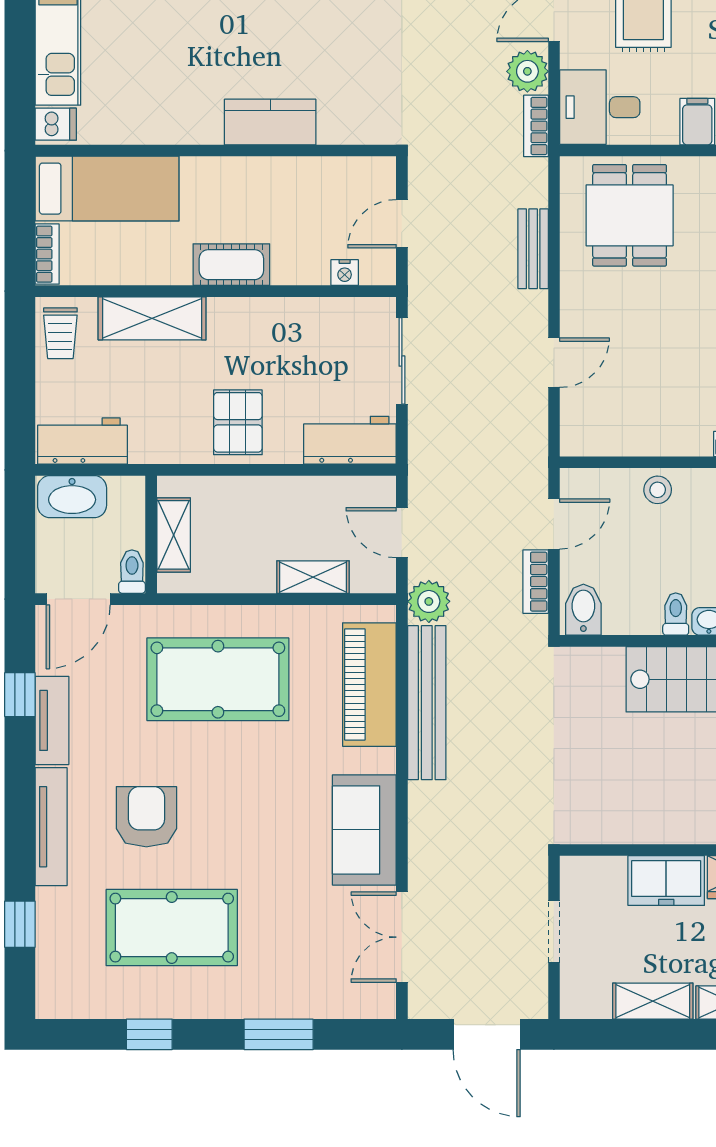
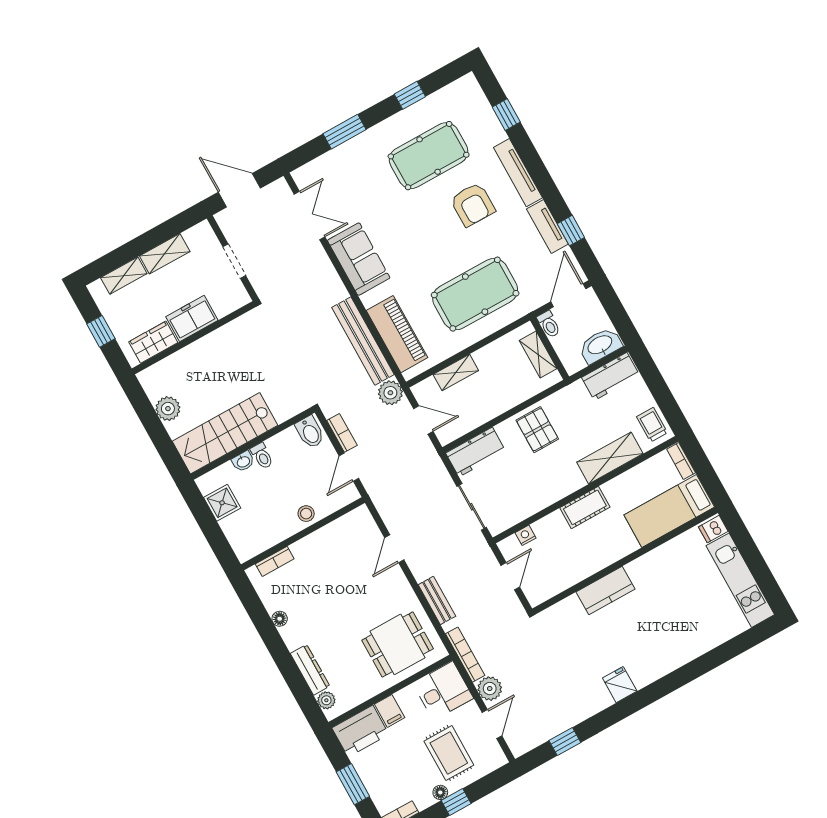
bookcase: (536, 126) -> (465, 655), width x1.56
dining table: (630, 215) -> (398, 644), turned 90

